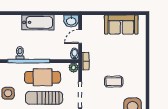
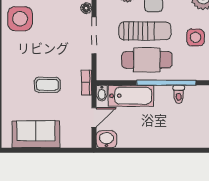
bathtub: (38, 22) -> (131, 96), moved, turned 180
plant: (74, 68) -> (103, 74), removed
coffee table: (114, 82) -> (47, 85), moved

